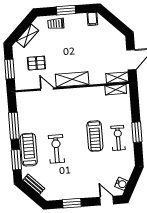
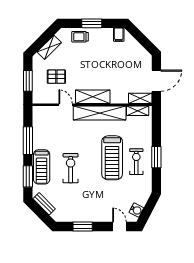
shelving: (80, 94) -> (100, 113), added
treadmill: (95, 136) -> (112, 158), width x1.37, depth x1.38
treadmill: (29, 150) -> (42, 167), turned 180

